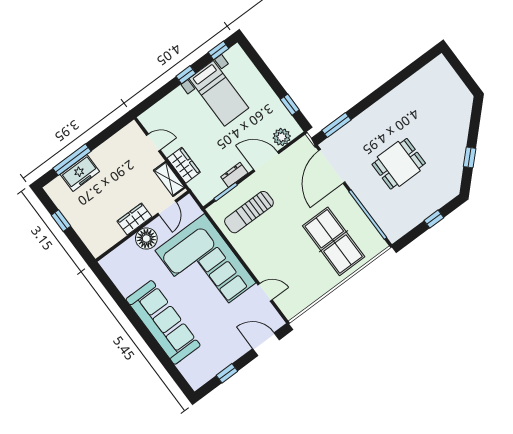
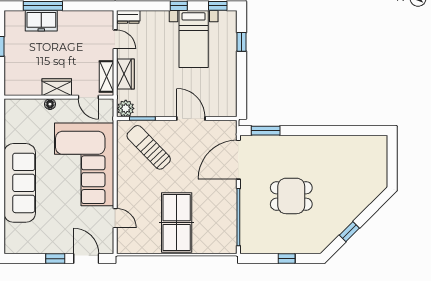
window: (290, 105) -> (241, 42), moved
plant: (282, 137) -> (126, 108), moved
dresser: (234, 175) -> (128, 17), moved, turned 180
door: (167, 208) -> (88, 97), hinge flipped
sun lounger: (249, 212) -> (149, 147), turned 46
floor lamp: (146, 239) -> (50, 104), width x0.53, depth x0.53
table tennis table: (334, 241) -> (177, 223), moved
window: (227, 373) -> (55, 259), moved

